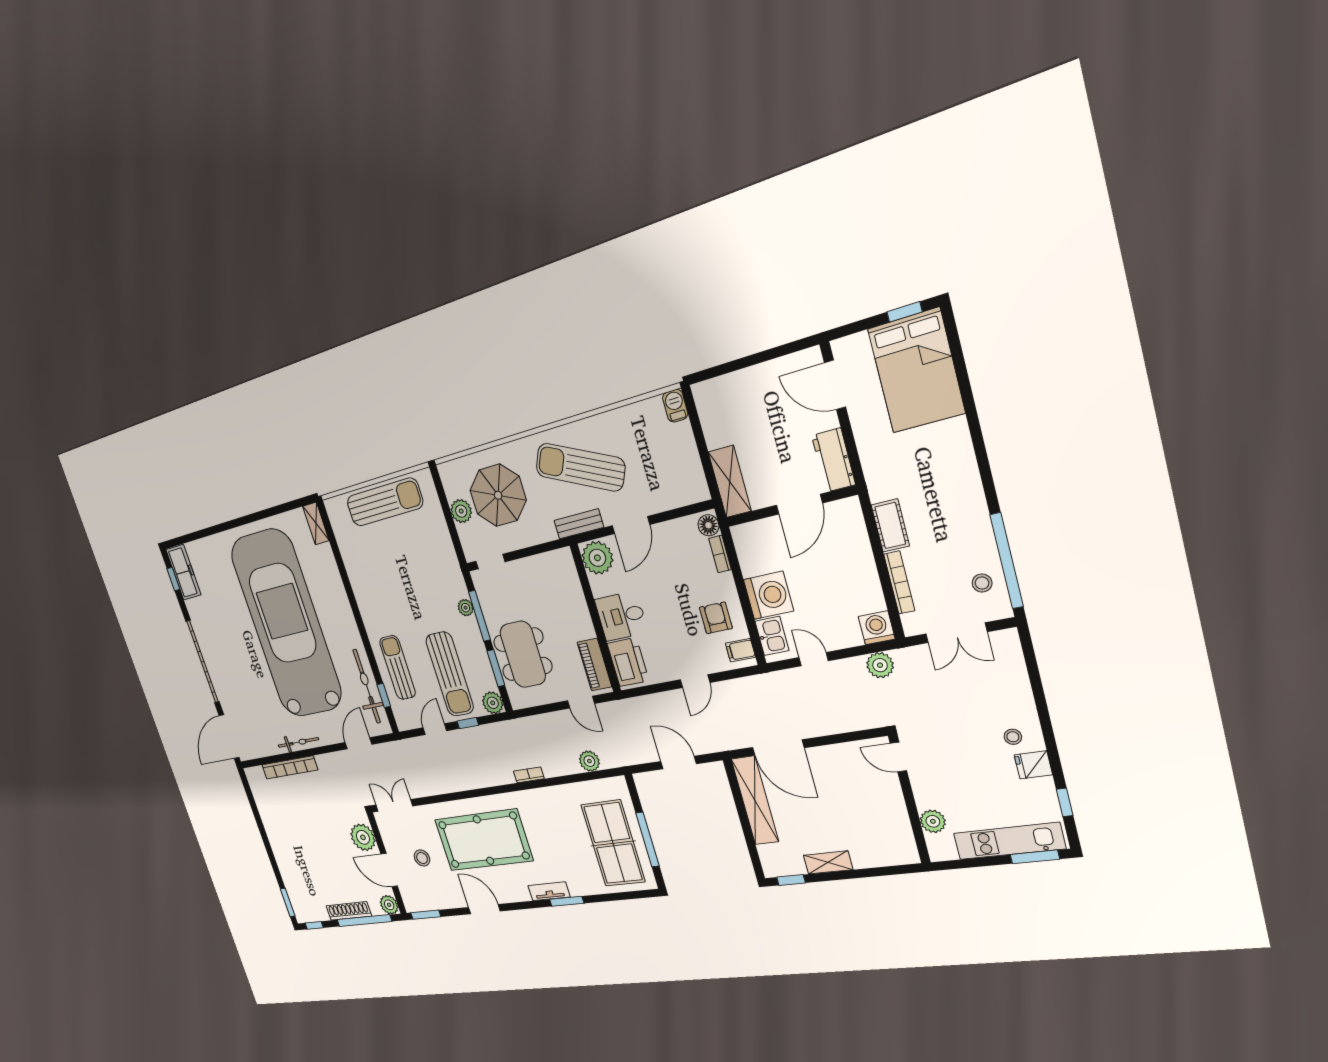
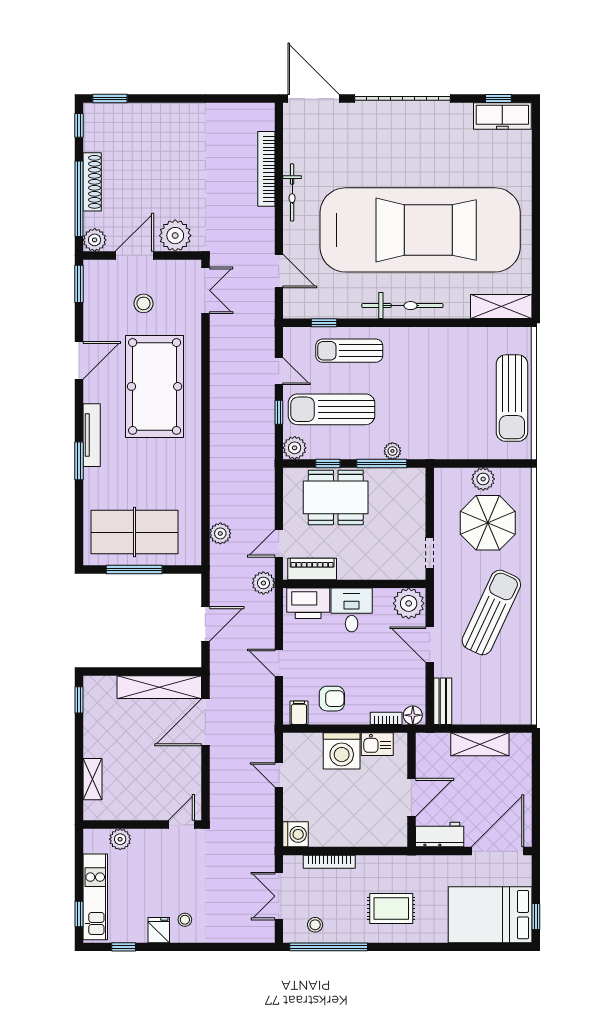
door: (835, 385) -> (498, 851), width x1.36
barbecue: (675, 406) -> (519, 715), removed
shelving: (730, 482) -> (480, 744), moved
rug: (939, 496) -> (391, 908), added
door: (799, 504) -> (411, 798), swing flipped
shelving: (316, 523) -> (501, 306), width x1.50, depth x1.33
bench: (579, 524) -> (443, 701), moved
cot: (890, 525) -> (377, 866), removed
doorway: (490, 562) -> (430, 553), moved
kitchen sink: (772, 636) -> (377, 744), moved
door: (814, 659) -> (279, 775), swing flipped
plant: (880, 665) -> (263, 583), moved
sun lounger: (398, 668) -> (349, 351), turned 180
window: (496, 668) -> (328, 464), width x0.67
bicycle: (367, 686) -> (402, 306), moved
bookcase: (529, 775) -> (216, 463), removed
window: (1035, 857) -> (79, 914), width x0.67
shelving: (828, 862) -> (92, 779), moved
tv unit: (549, 891) -> (92, 435), width x1.41

